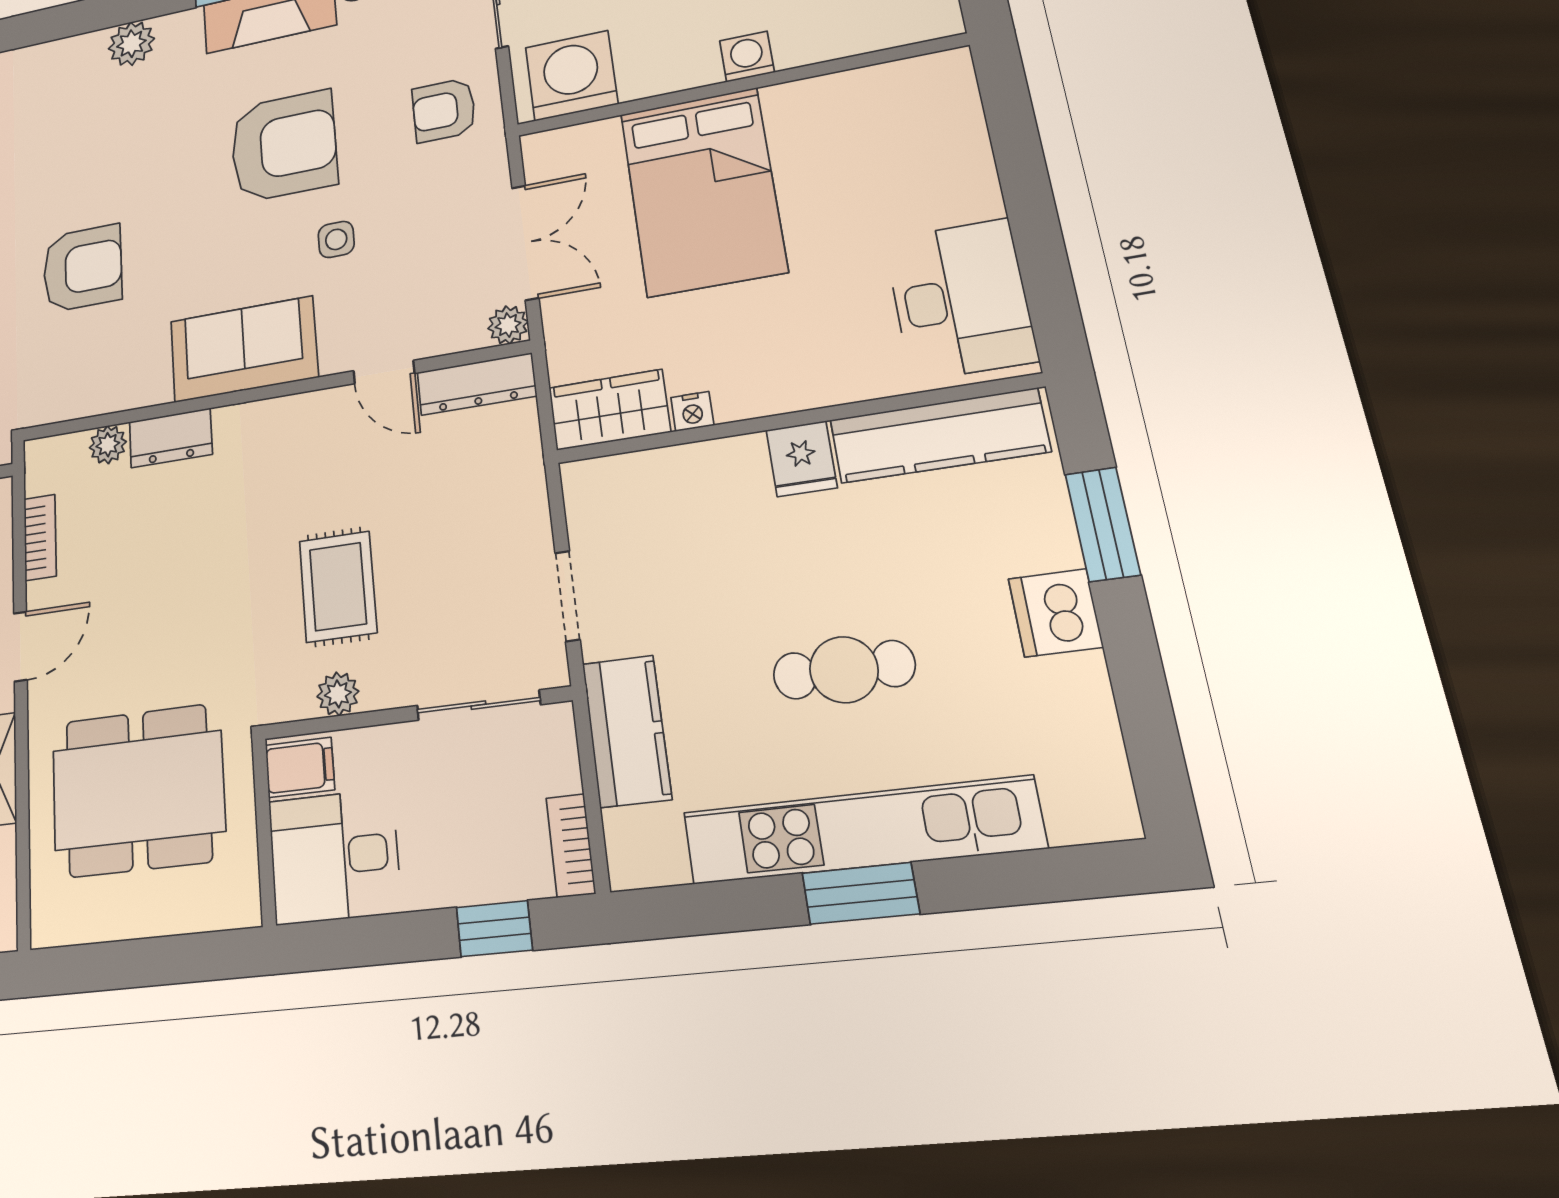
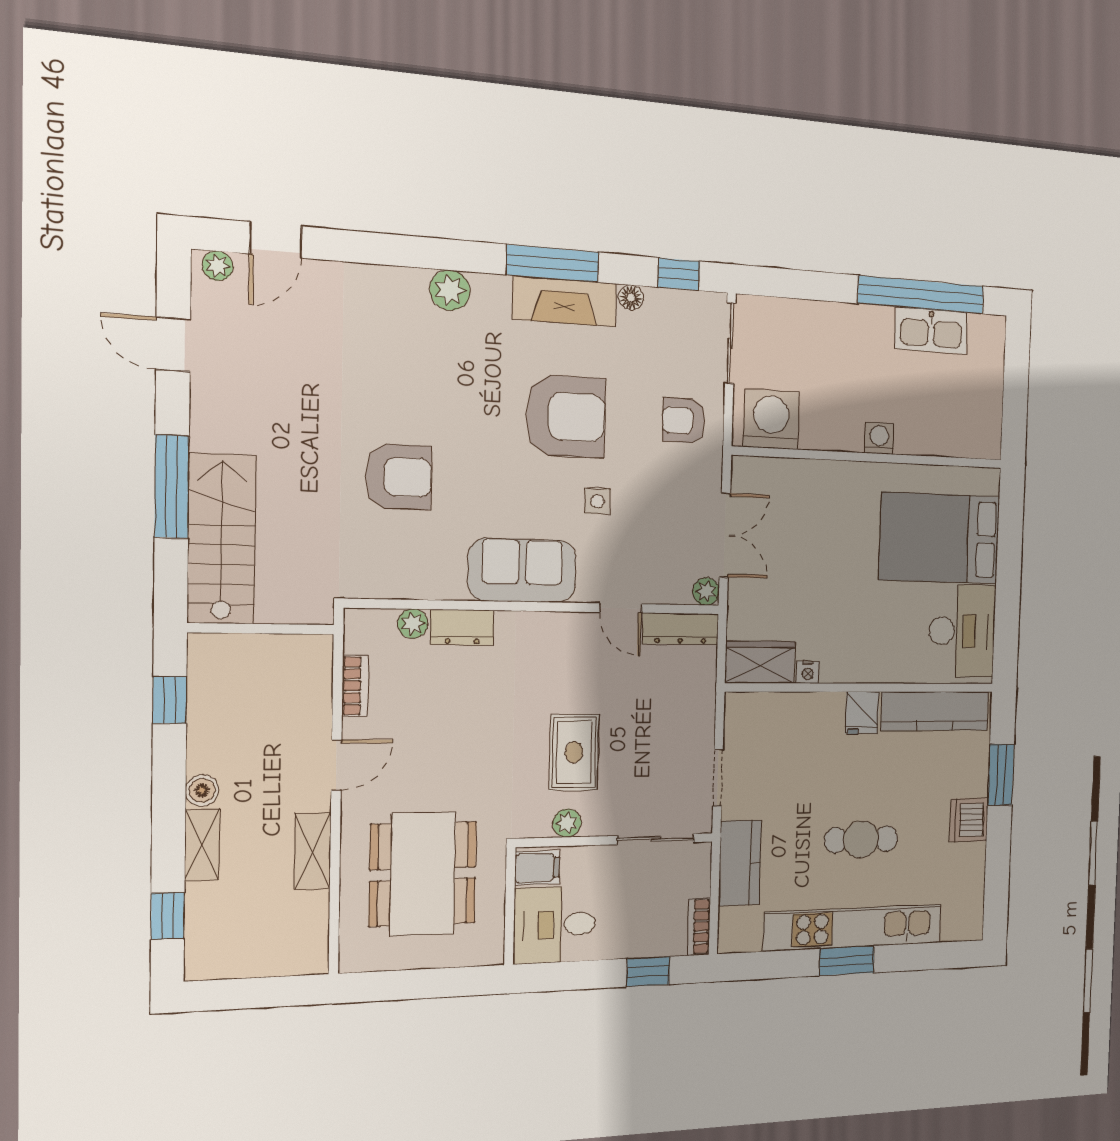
bed: (703, 191) -> (940, 538), moved, turned 90
dining table: (138, 791) -> (423, 874), turned 90

